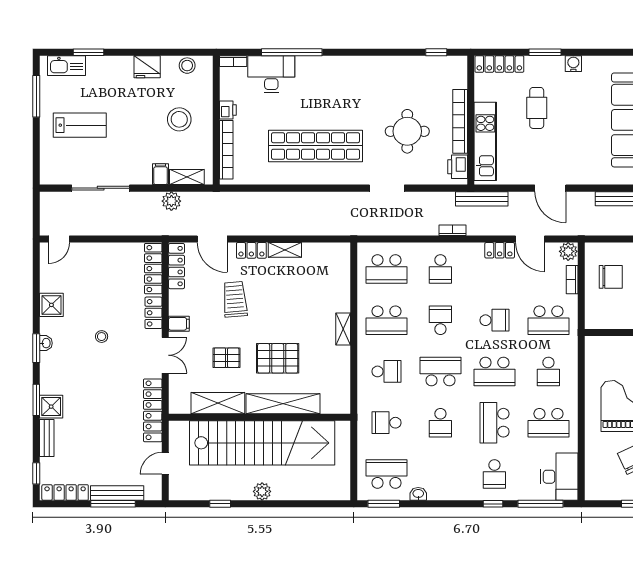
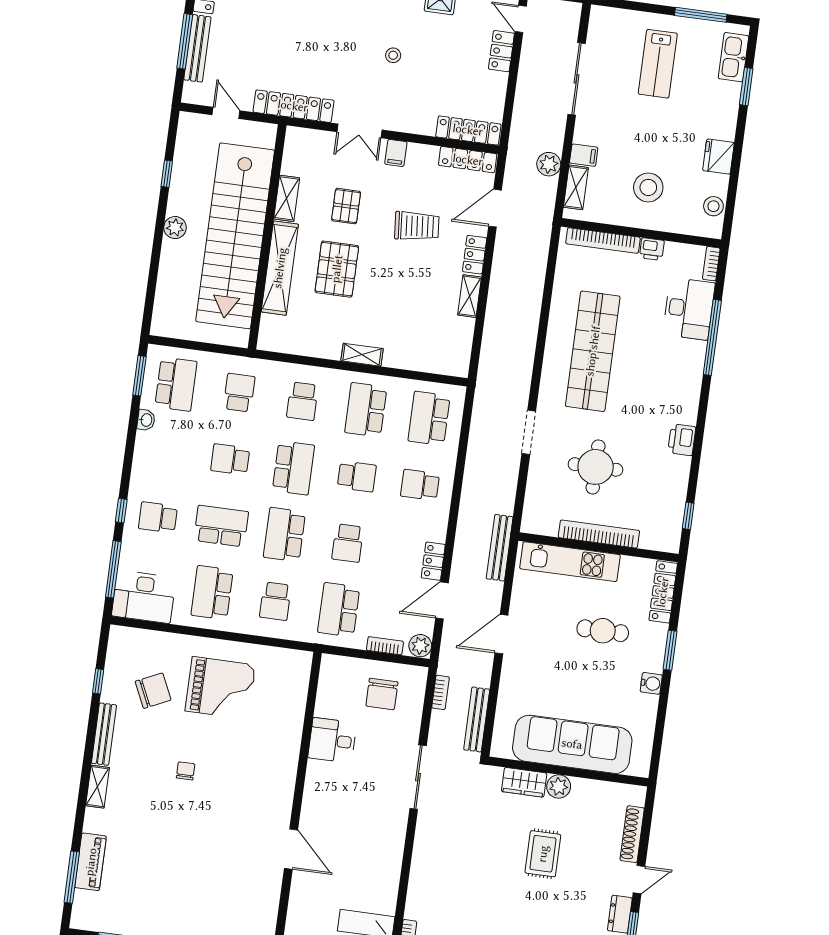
printer: (458, 167) -> (682, 440), moved, turned -90
bookcase: (453, 230) -> (441, 692), moved
locker: (153, 313) -> (501, 51), moved, turned -90
school desk: (548, 371) -> (275, 601), turned -90
shelving: (218, 403) -> (287, 198), width x0.67, depth x0.75

